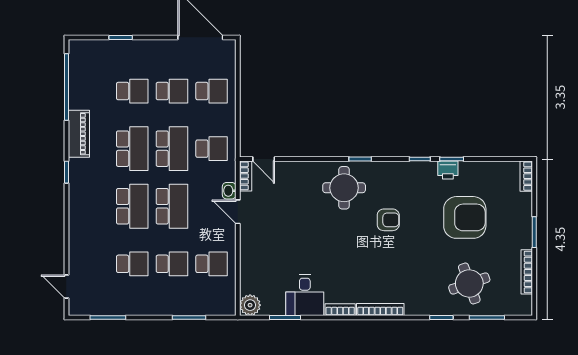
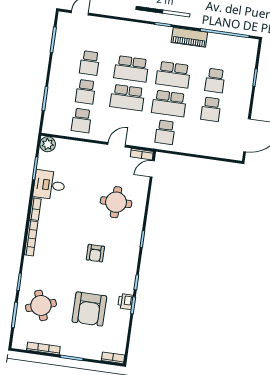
school desk: (212, 91) -> (207, 138), removed
round table: (344, 188) -> (116, 202), moved
washbasin: (229, 191) -> (133, 141), removed

